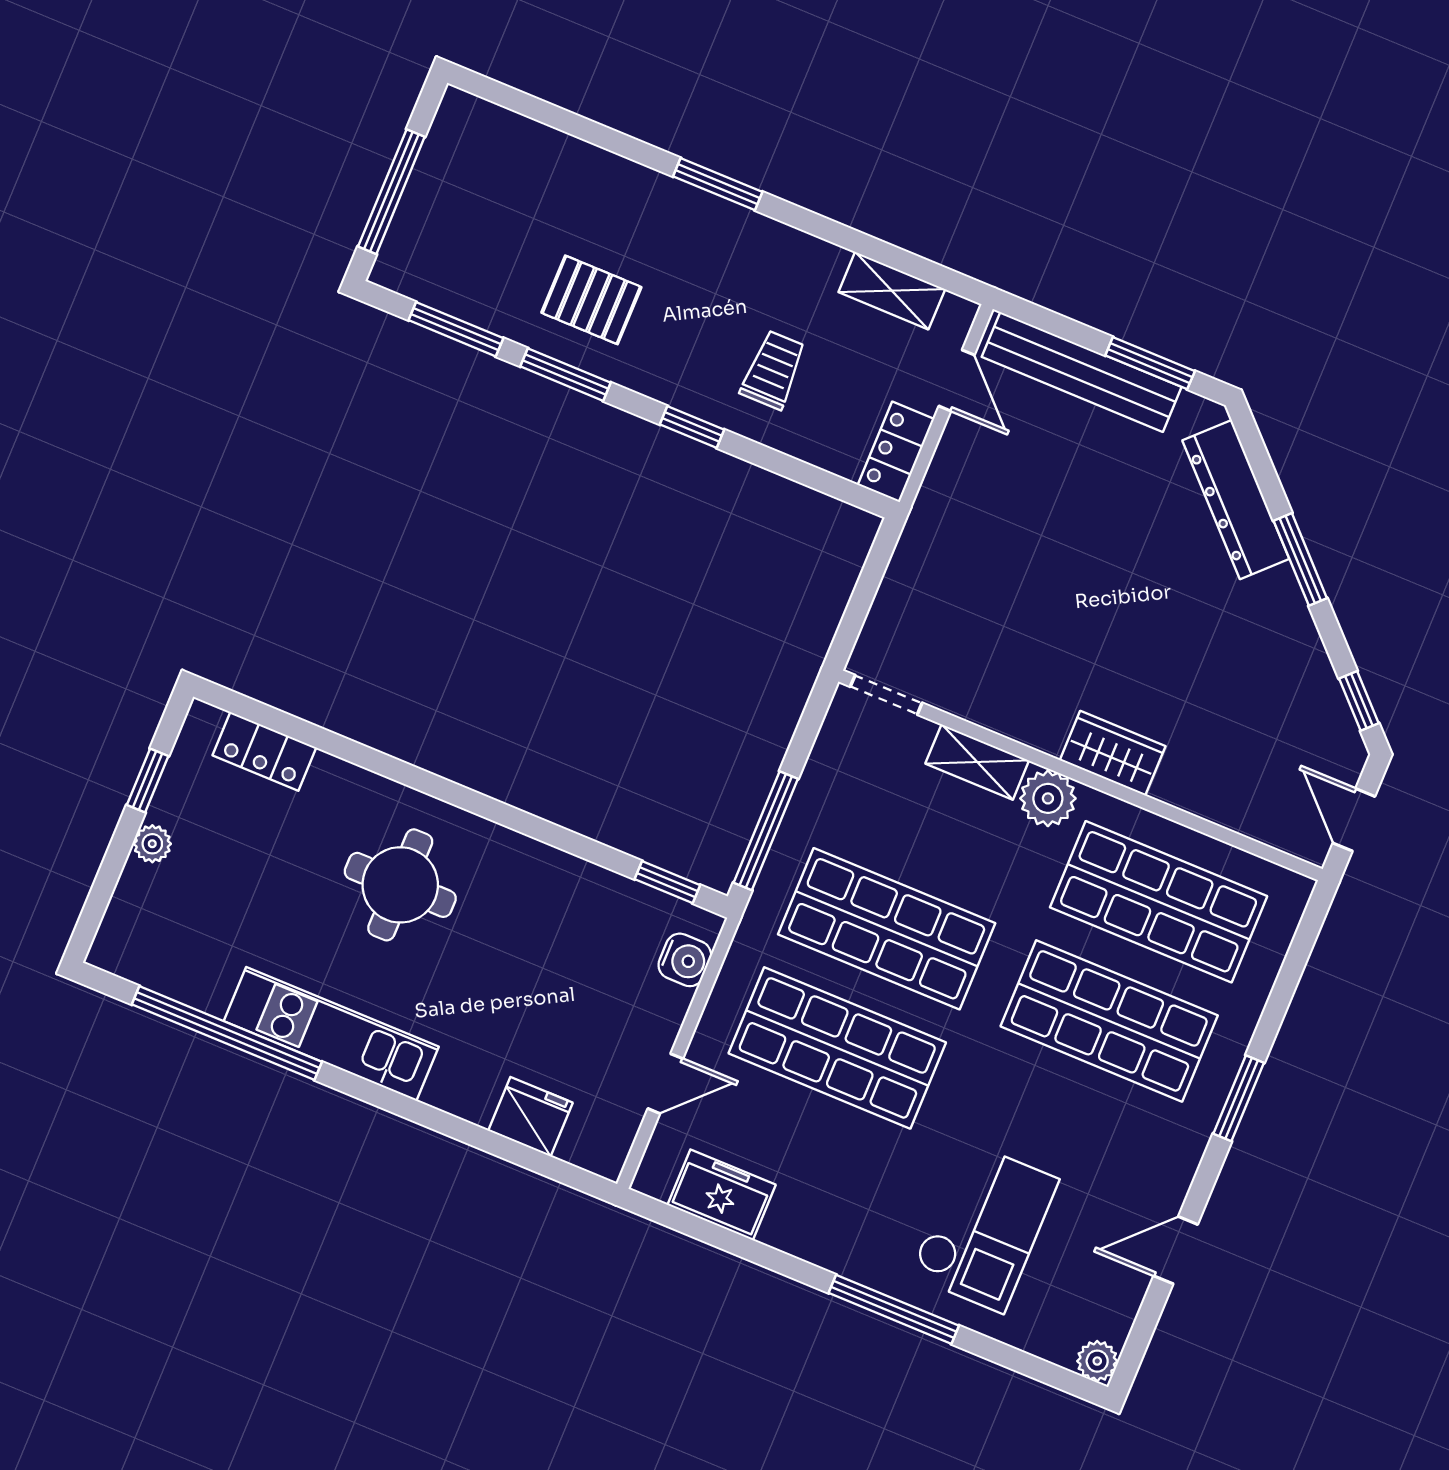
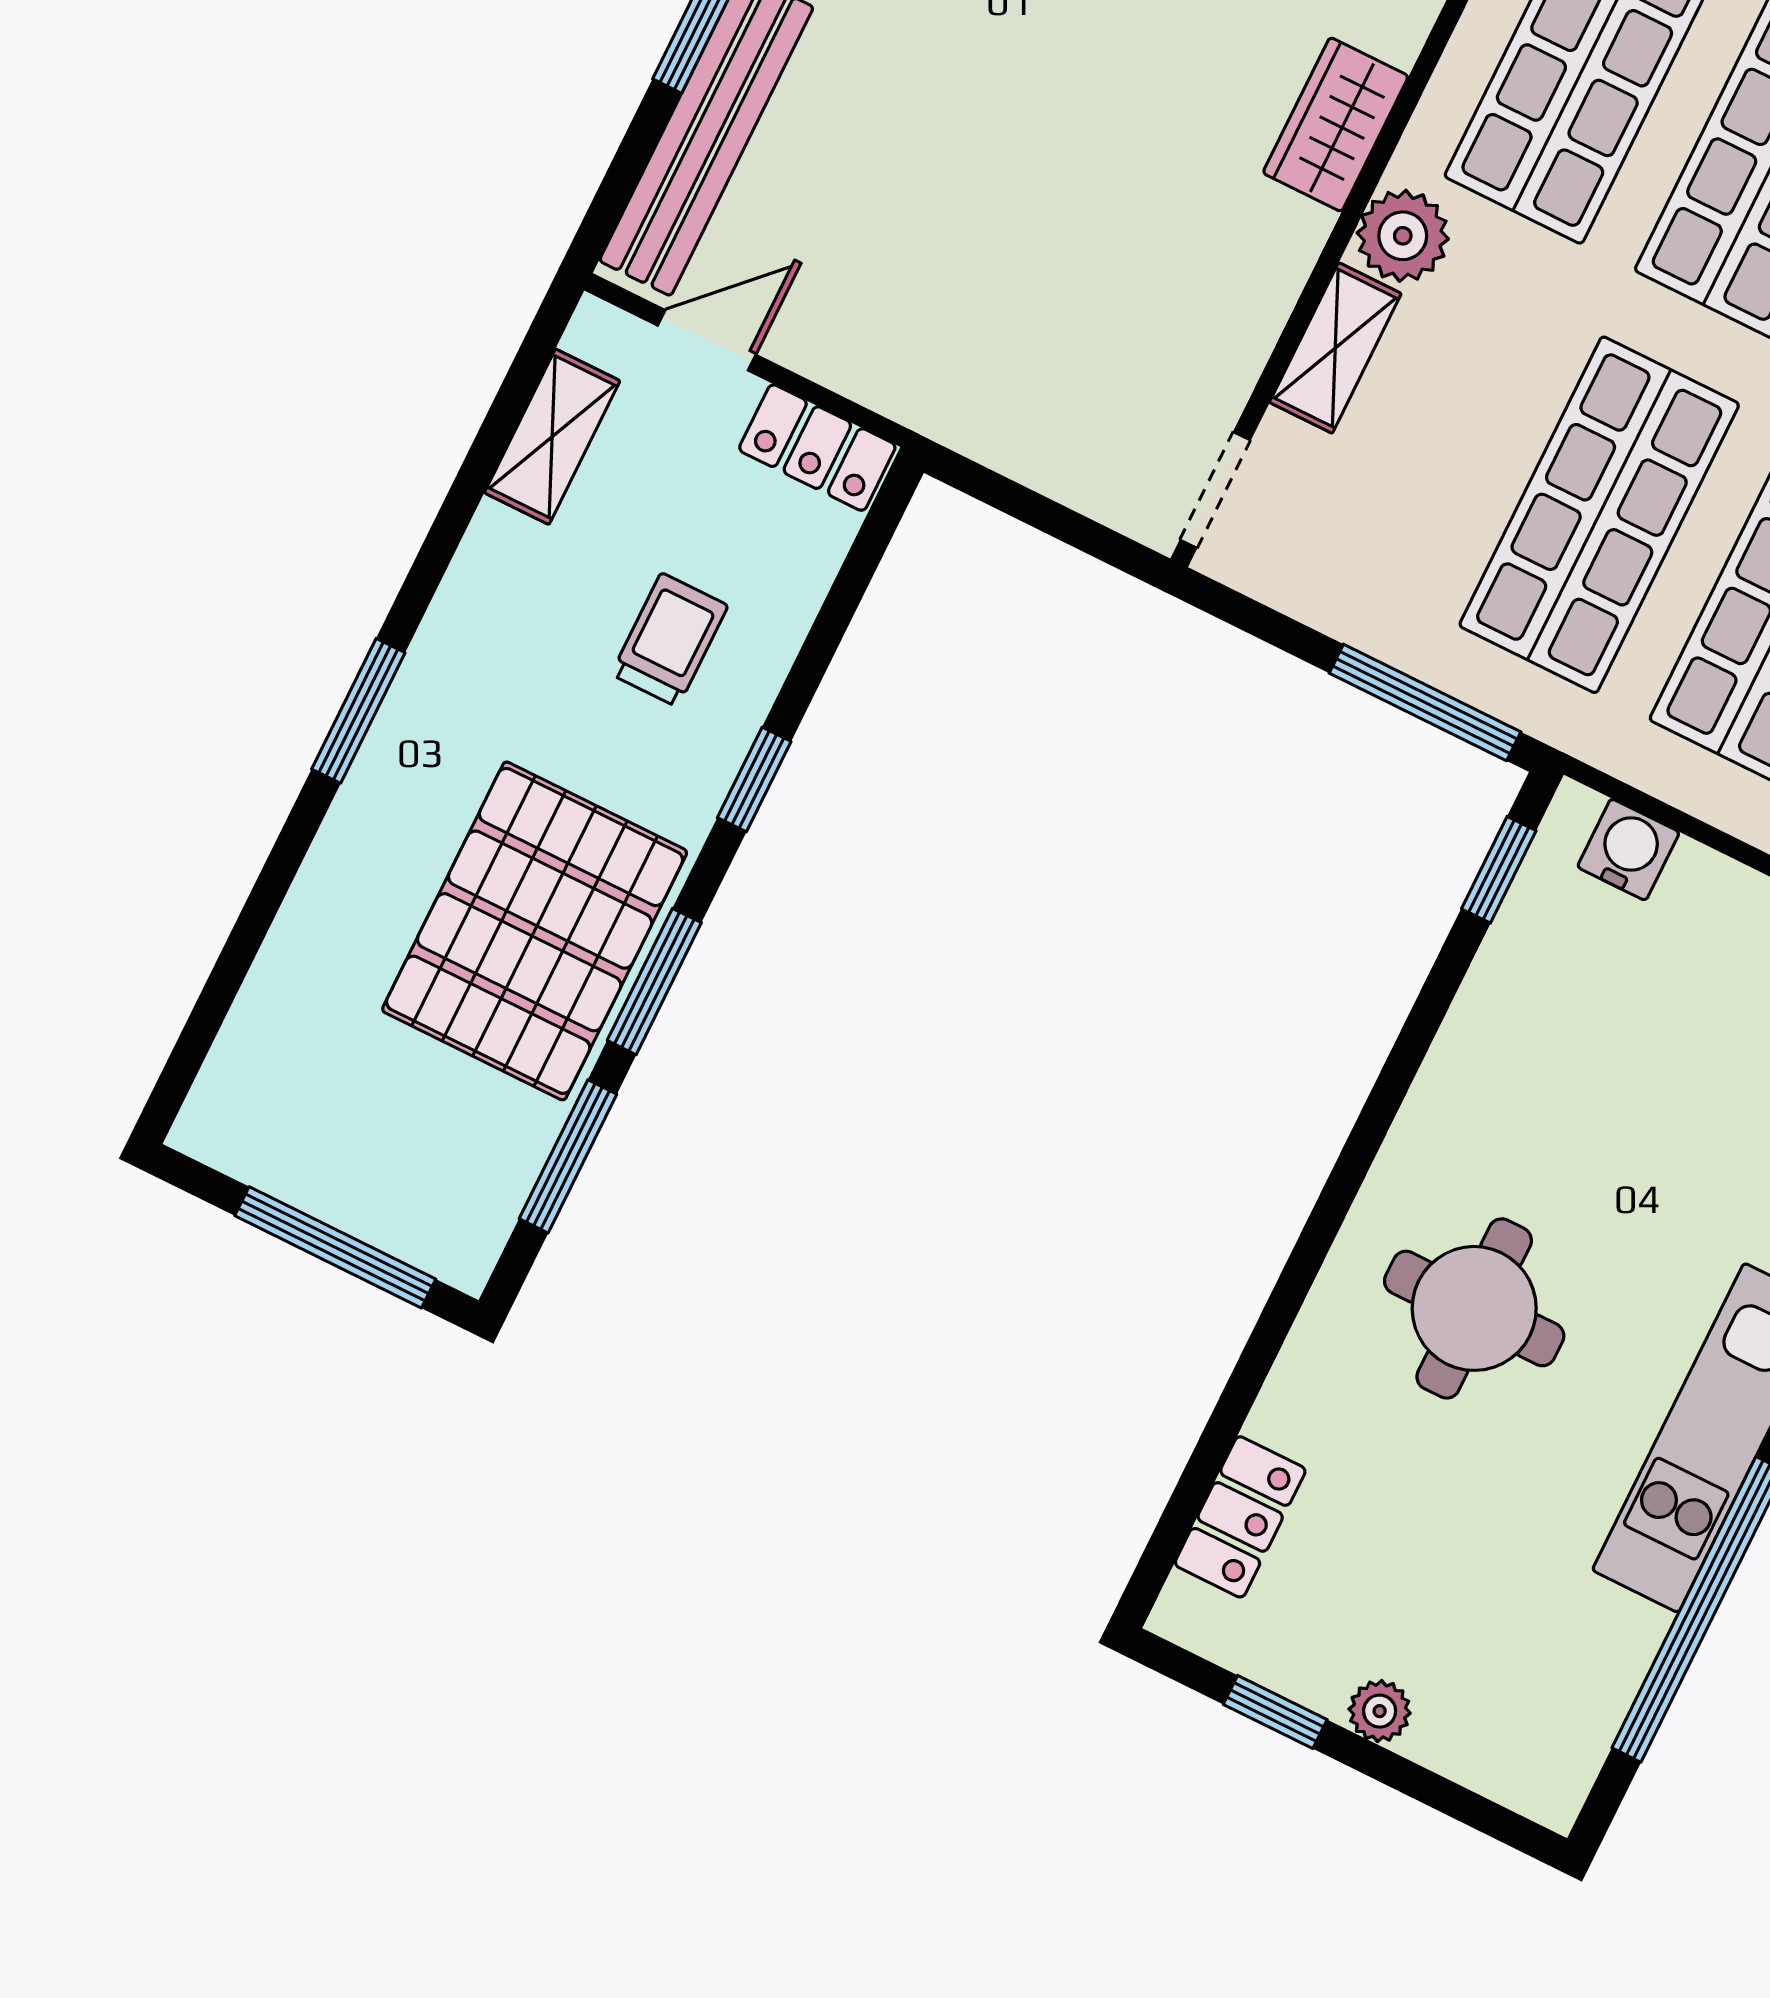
pallet: (591, 300) -> (535, 931), width x2.05, depth x2.00
trolley: (773, 370) -> (669, 640), turned 90

